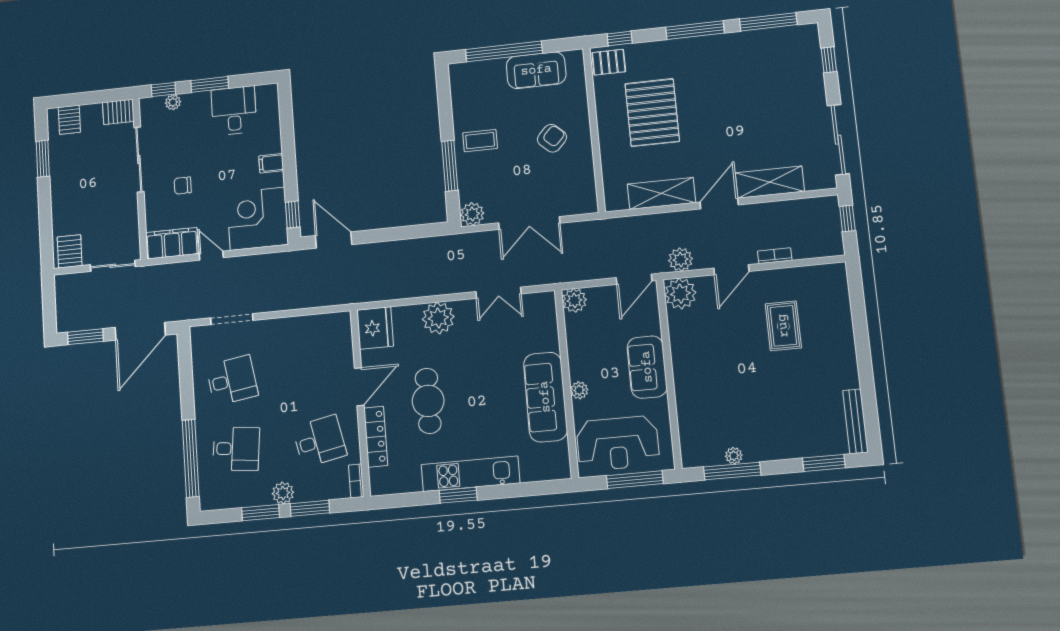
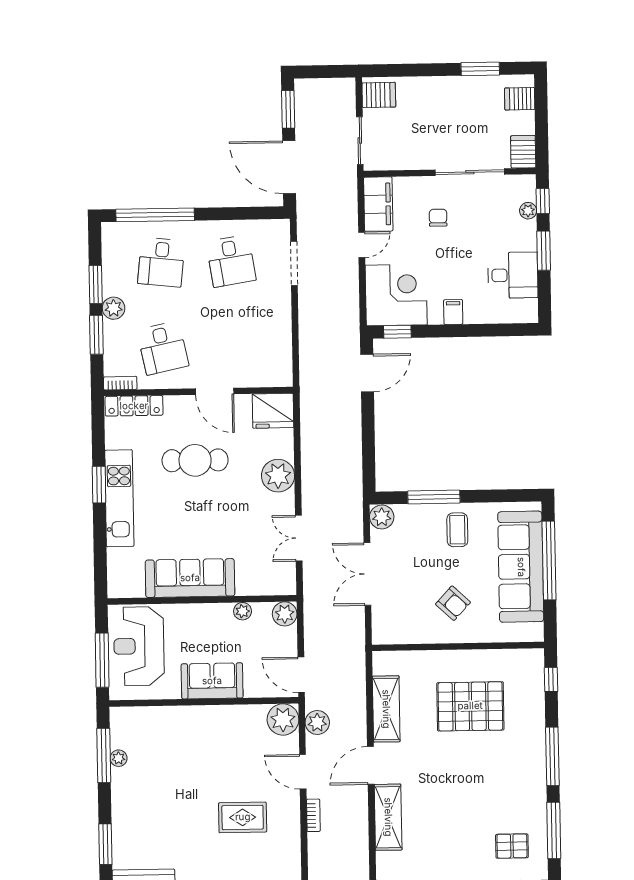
pallet: (609, 62) -> (512, 846), moved, turned 90
sofa: (536, 70) -> (521, 567), width x1.85, depth x1.27
door: (719, 204) -> (371, 765), swing flipped
plant: (579, 390) -> (243, 611), moved
locker: (376, 437) -> (134, 406), moved

